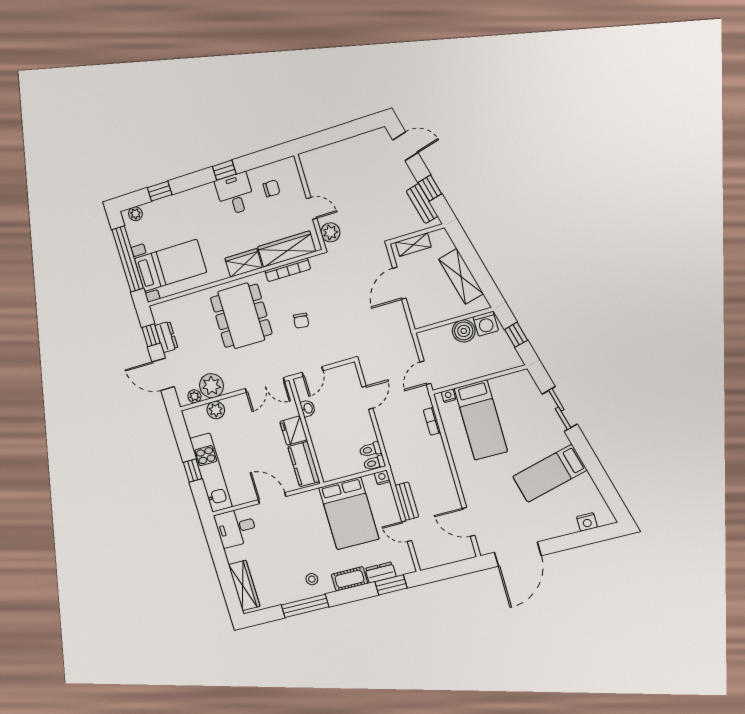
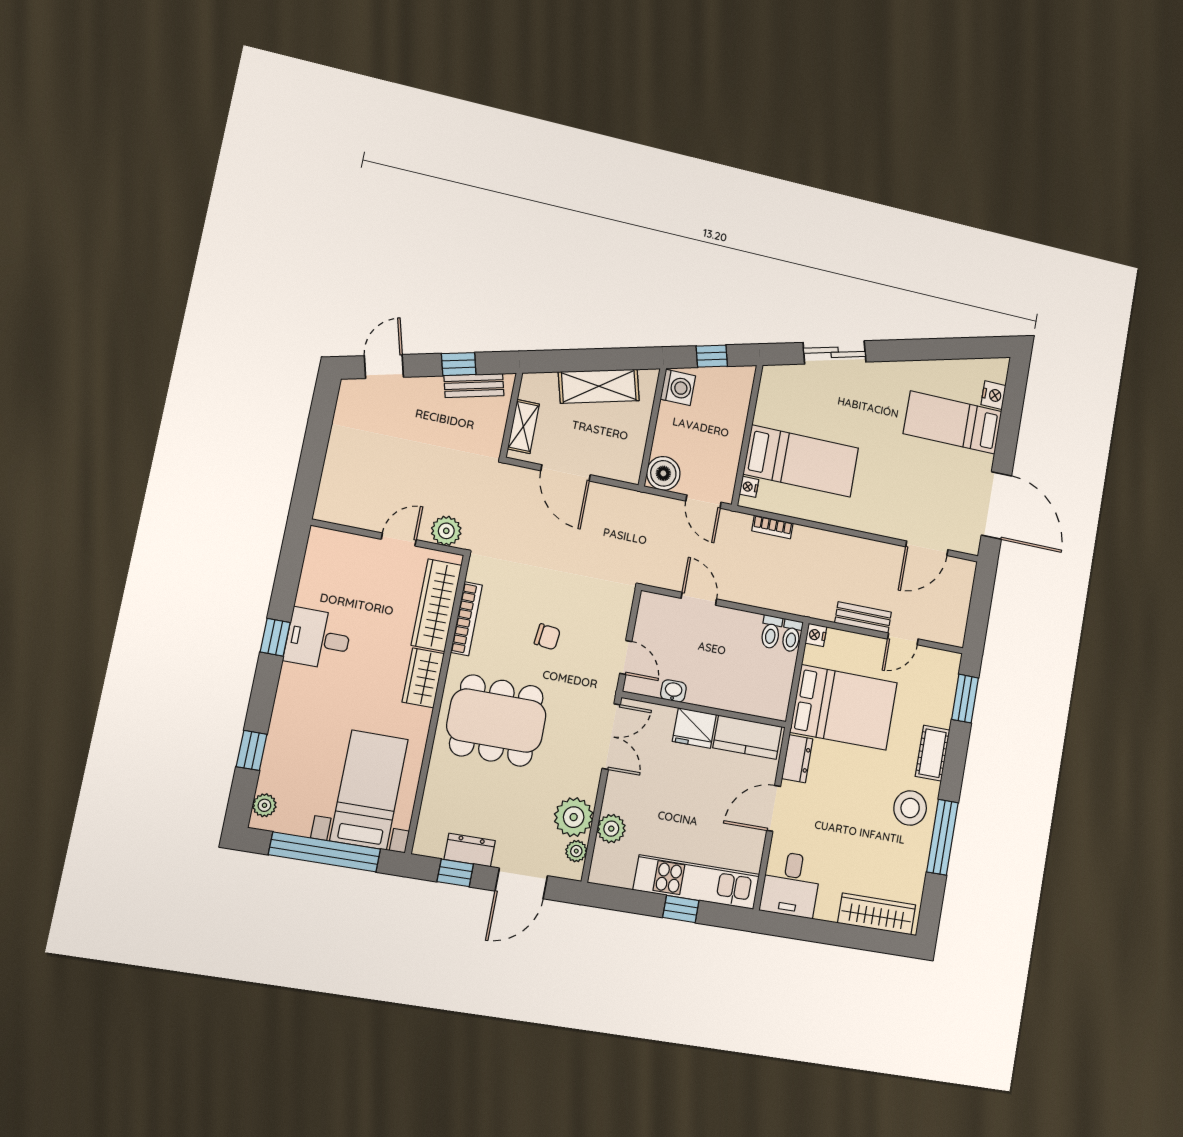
chair: (271, 188) -> (339, 582), removed
boiler: (464, 331) -> (663, 473), moved
bed: (550, 473) -> (953, 423), moved, turned 104
dresser: (381, 572) -> (797, 759), moved, turned 180
stool: (312, 579) -> (910, 808), width x1.89, depth x1.89

